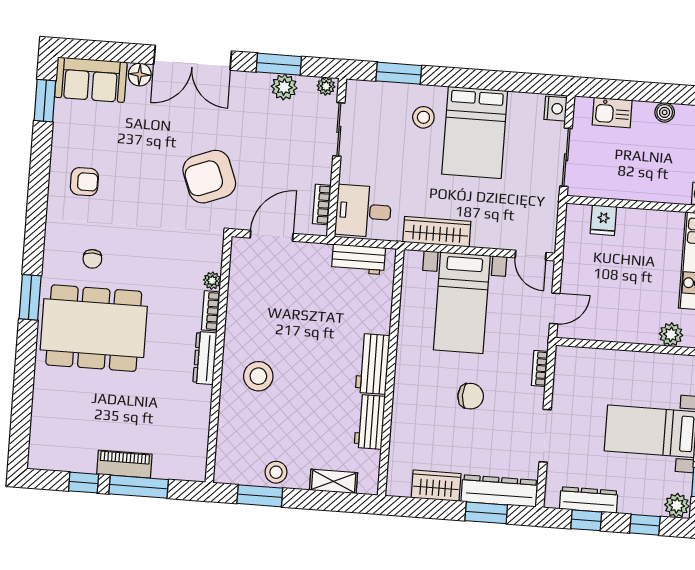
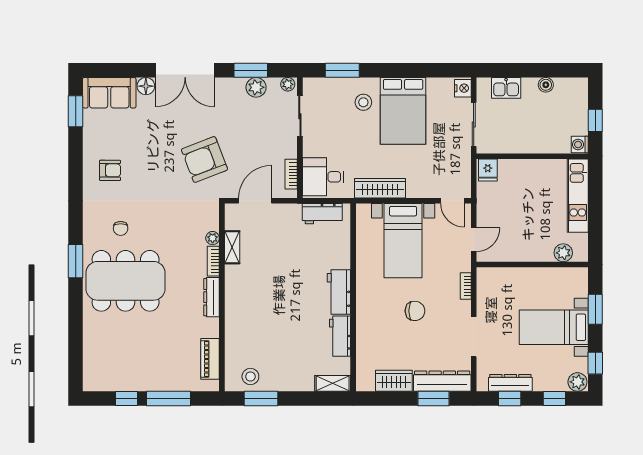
fridge: (603, 220) -> (488, 170), moved
shelving: (237, 295) -> (232, 247), added
stool: (258, 376) -> (253, 308), removed
piano: (124, 464) -> (210, 359), moved, turned -90
stool: (276, 472) -> (250, 377), moved
shelving: (334, 481) -> (333, 383), moved

